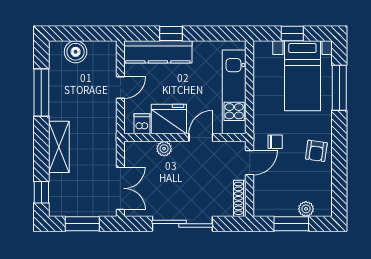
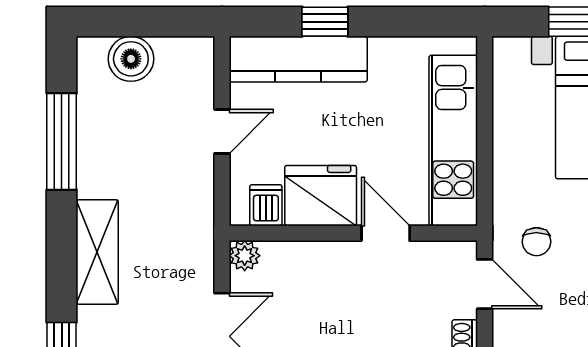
door: (201, 138) -> (386, 233), hinge flipped
chair: (275, 142) -> (536, 242), turned 90
plant: (164, 149) -> (245, 256), moved
door: (250, 163) -> (485, 284), hinge flipped

